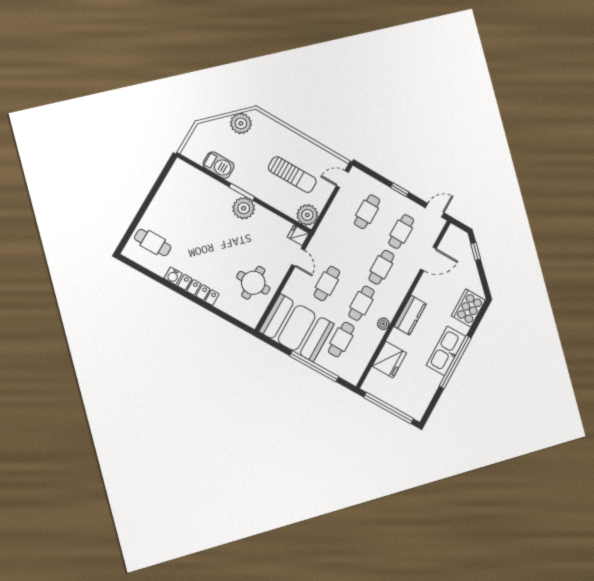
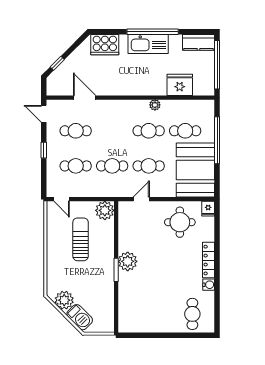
barbecue: (219, 165) -> (80, 317), moved, turned 135
fridge: (298, 235) -> (208, 209), moved
cafe table: (381, 267) -> (112, 166), moved
kitchen counter: (410, 315) -> (199, 42), moved, turned 180

